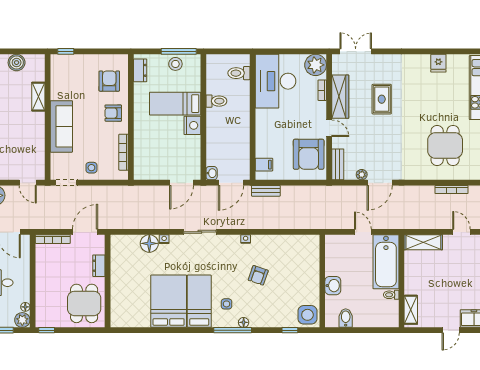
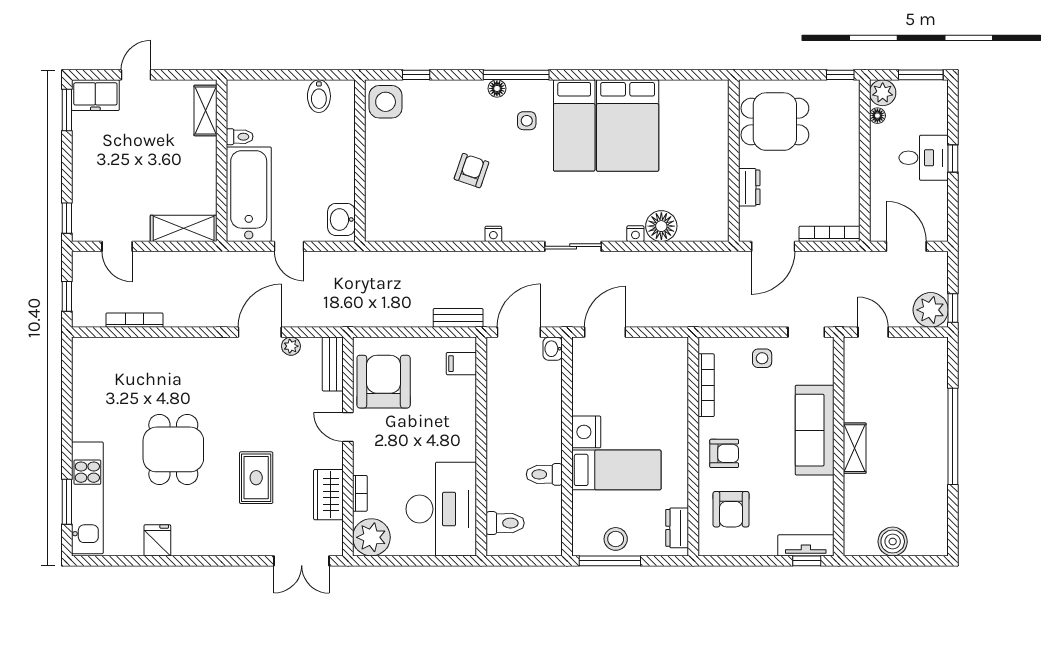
tv unit: (66, 60) -> (806, 545), added
shelving: (38, 97) -> (855, 448), moved
wardrobe: (340, 97) -> (328, 495), width x0.67
dining table: (445, 145) -> (173, 449), moved
washbasin: (333, 286) -> (341, 219), moved
dining table: (84, 303) -> (775, 122), turned 90

